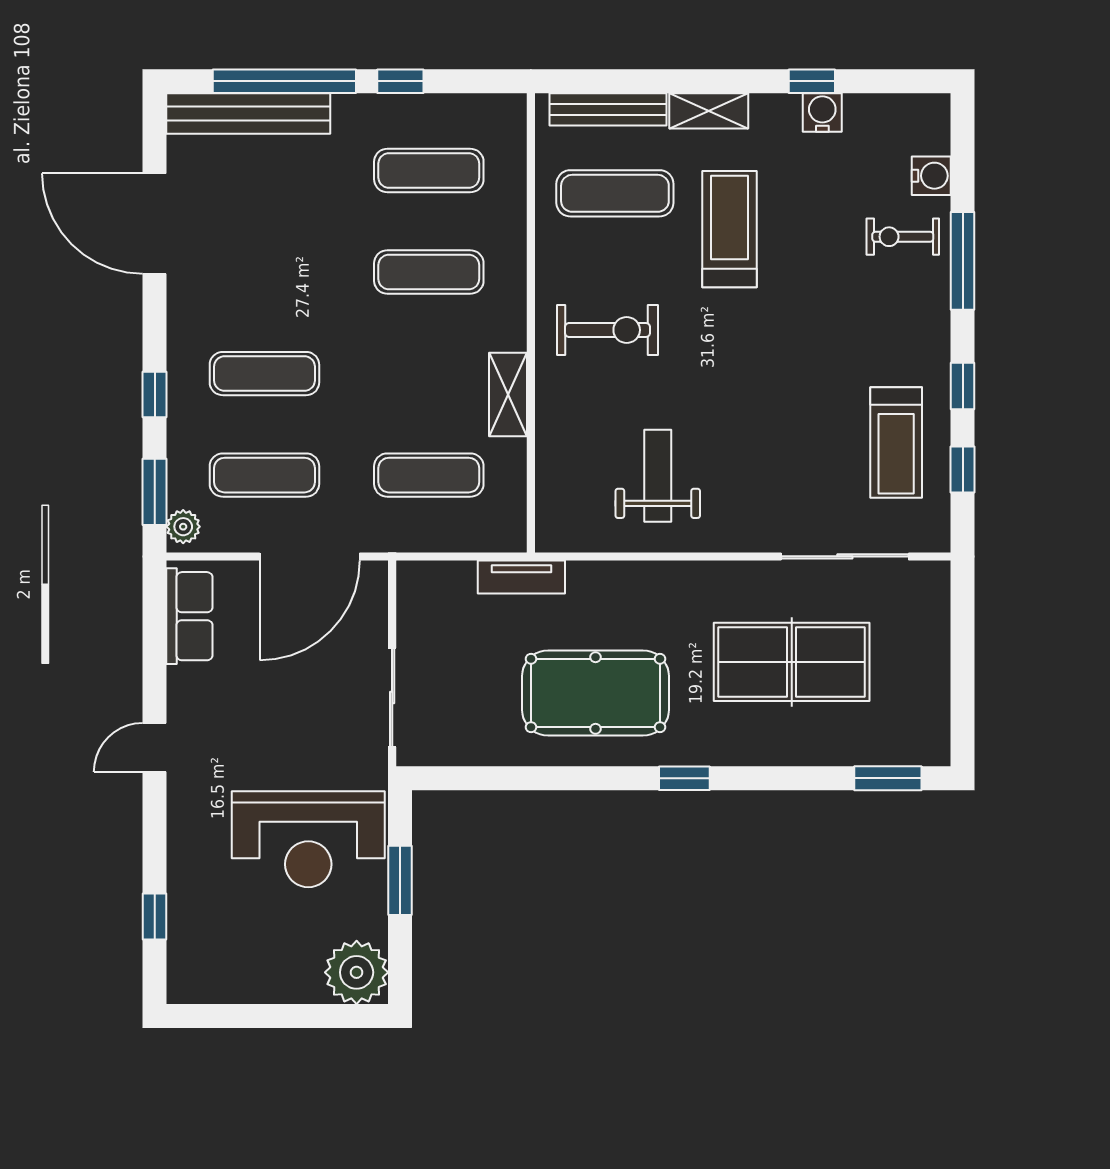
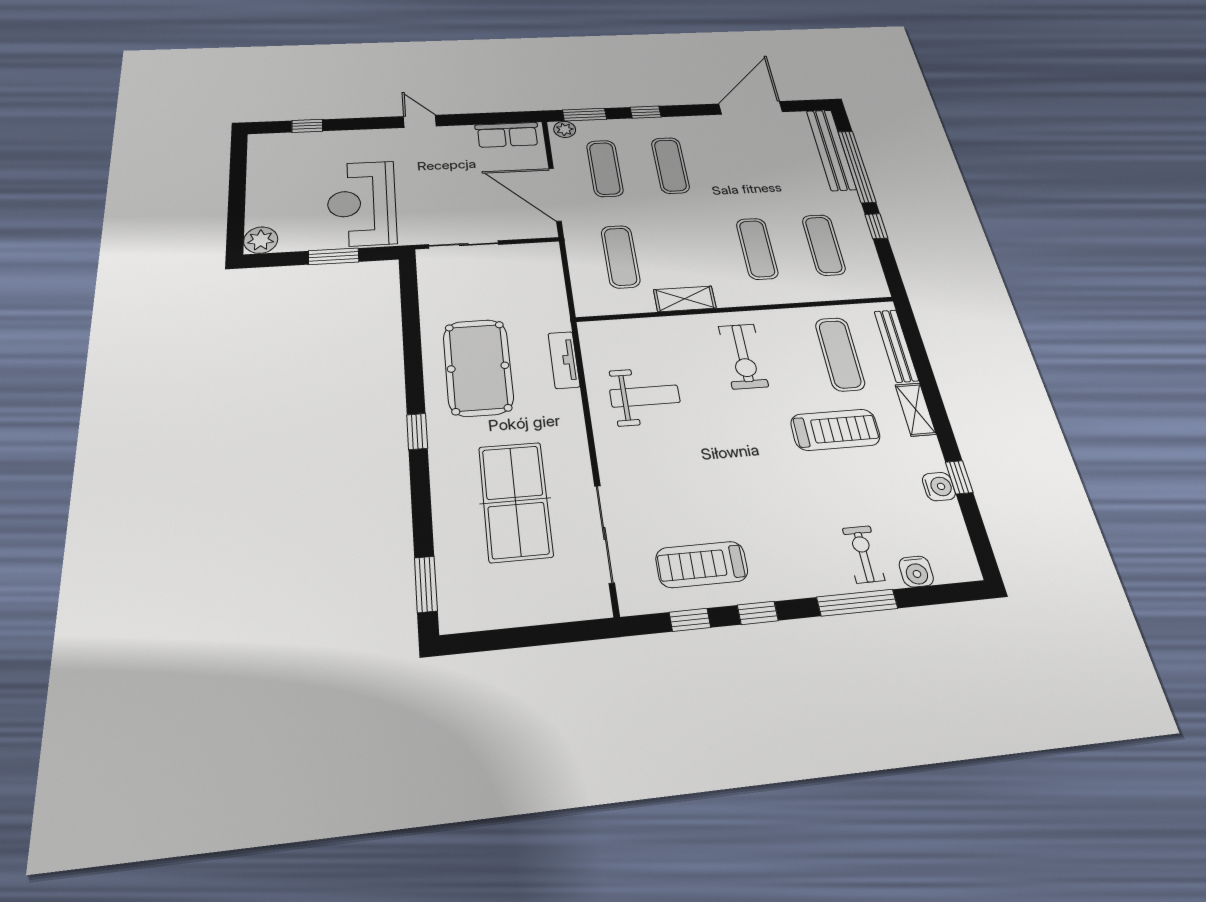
tv unit: (521, 577) -> (564, 360), moved
plant: (357, 972) -> (261, 240), width x0.73, depth x0.73

